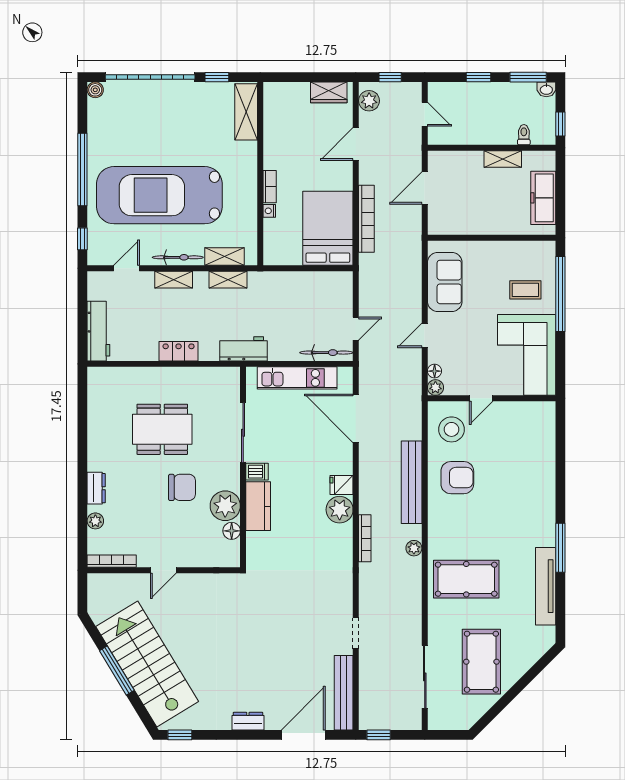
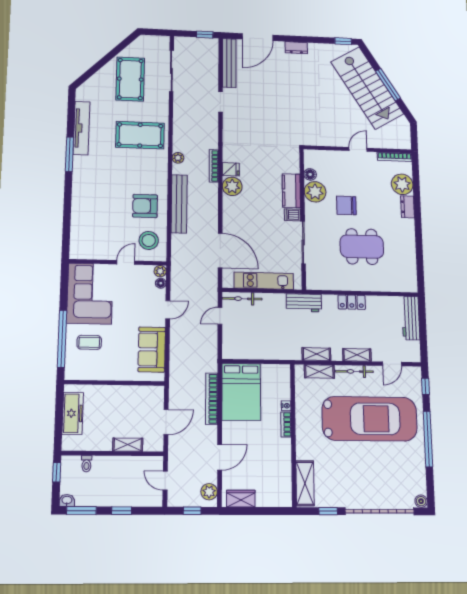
shelving: (503, 159) -> (128, 445), moved
fridge: (342, 485) -> (231, 169), moved
plant: (95, 521) -> (402, 184), width x1.88, depth x1.88

